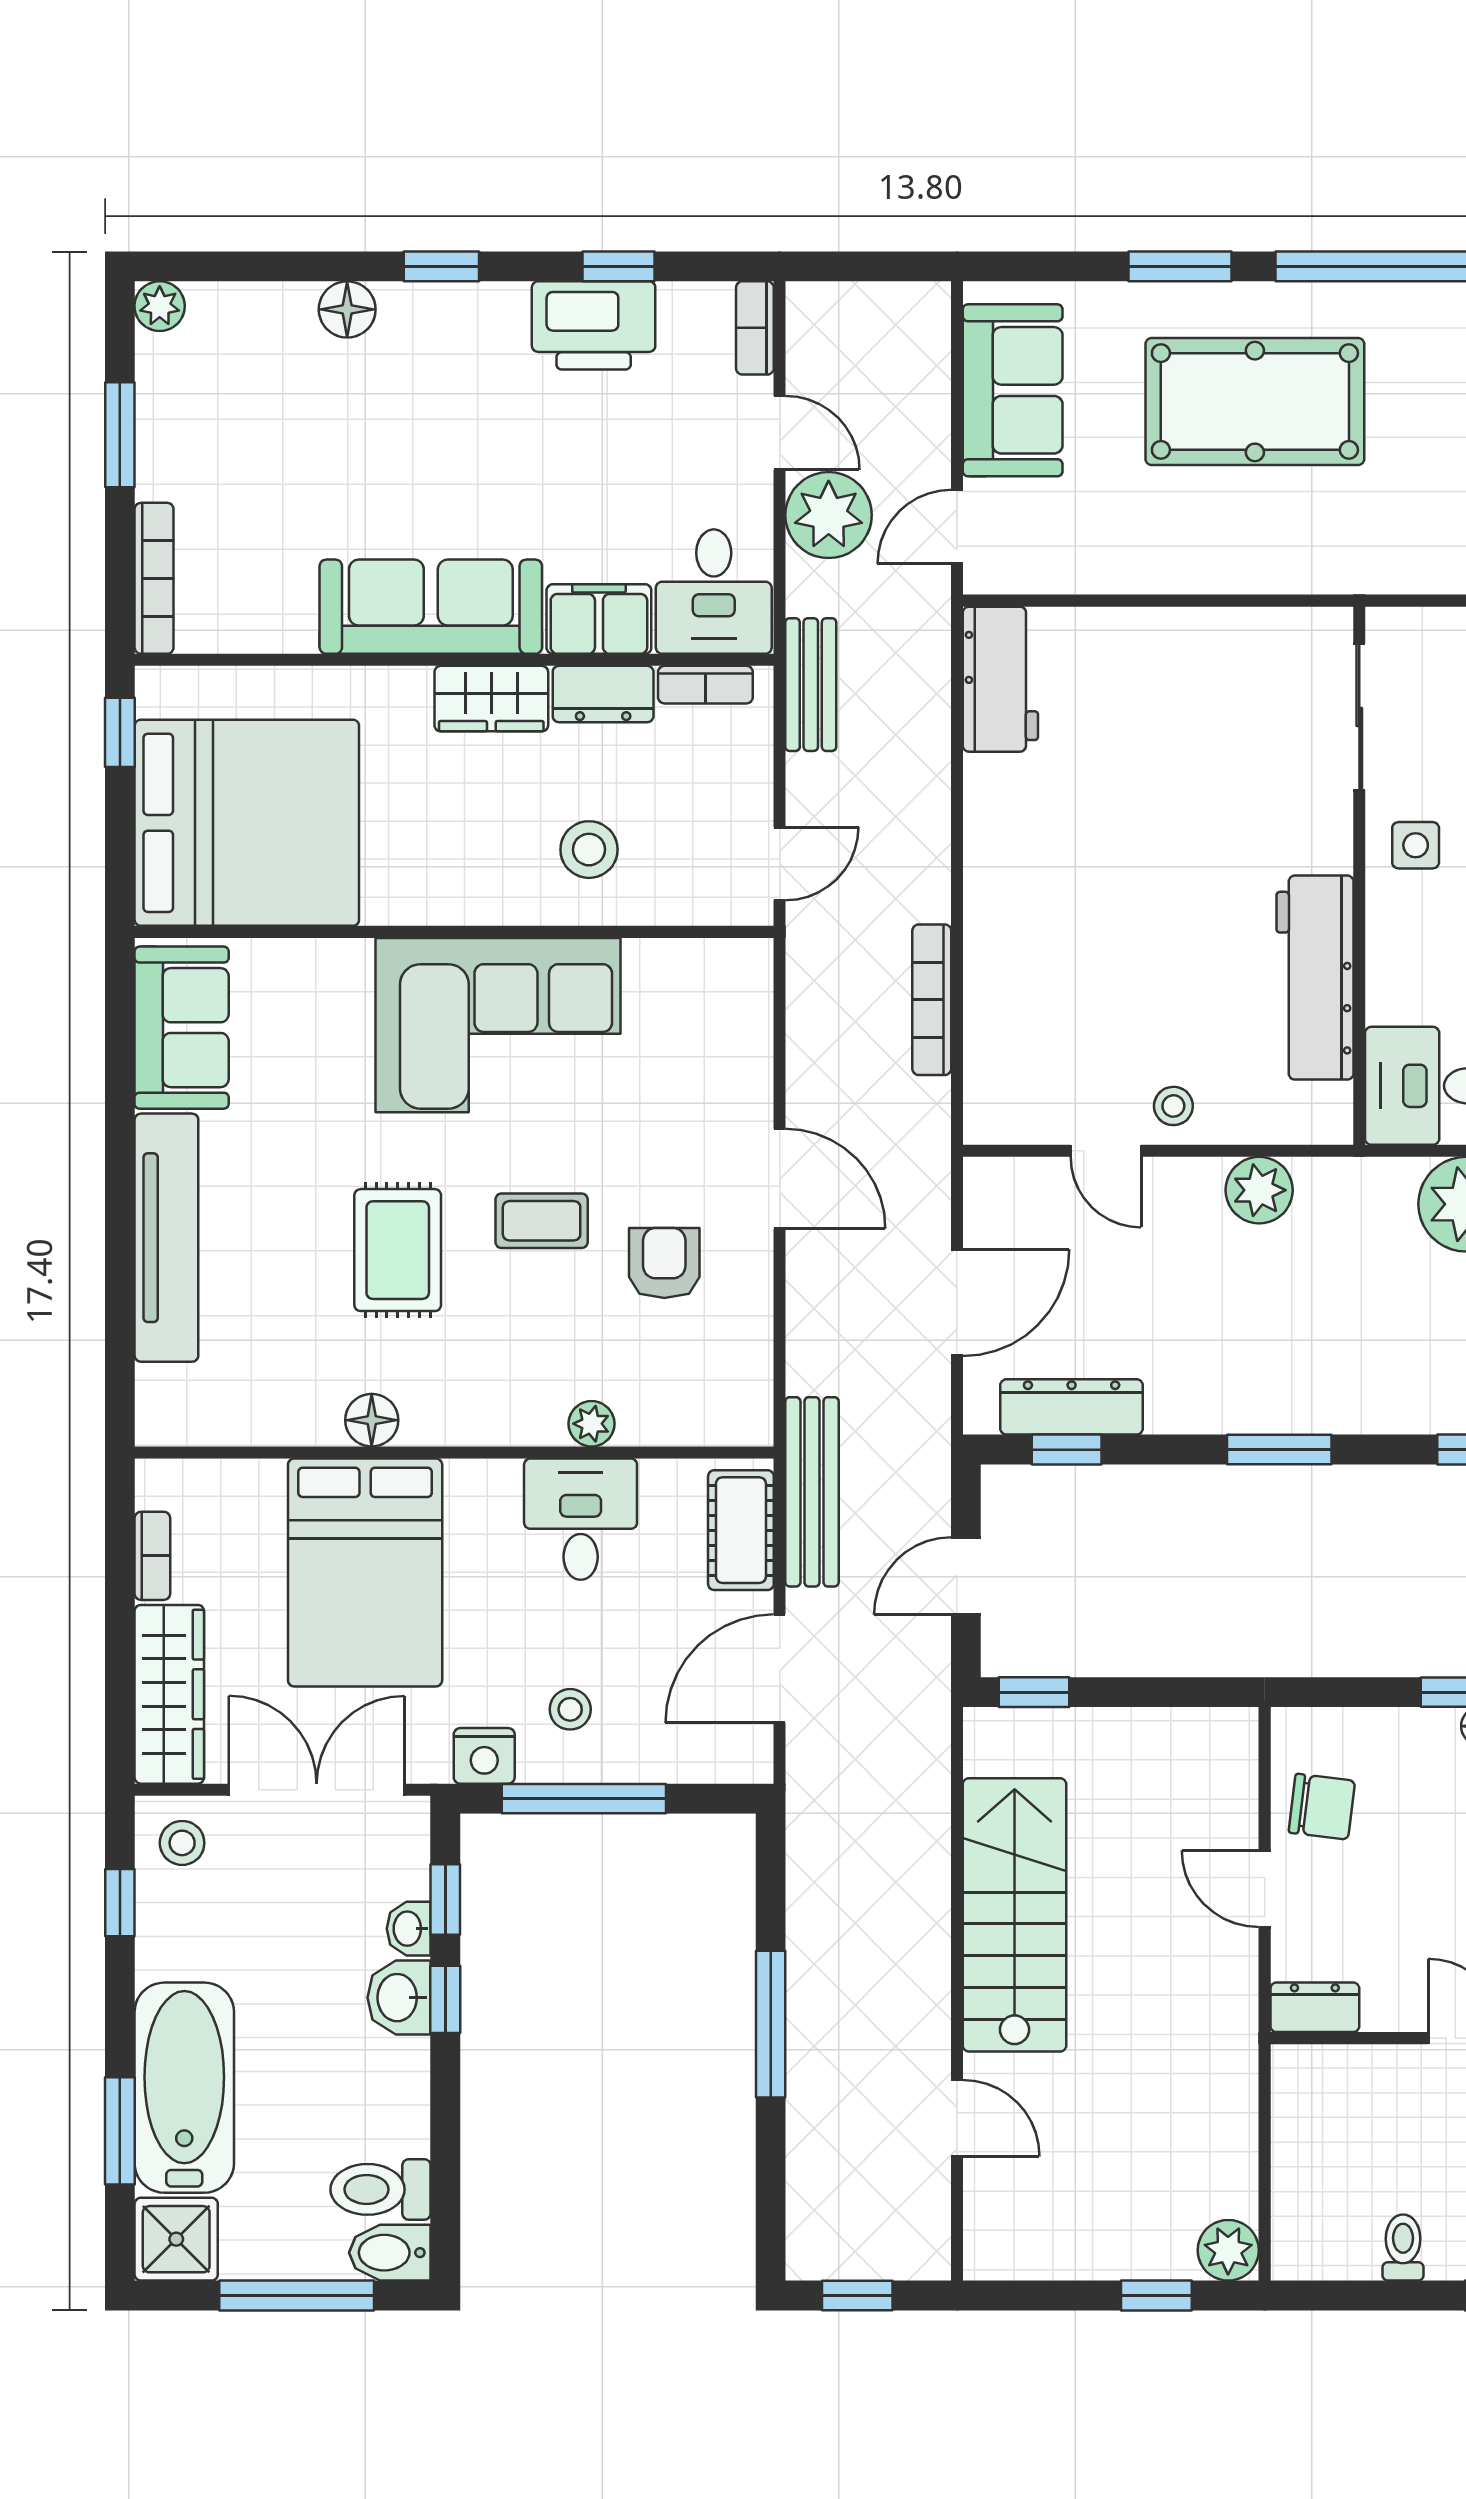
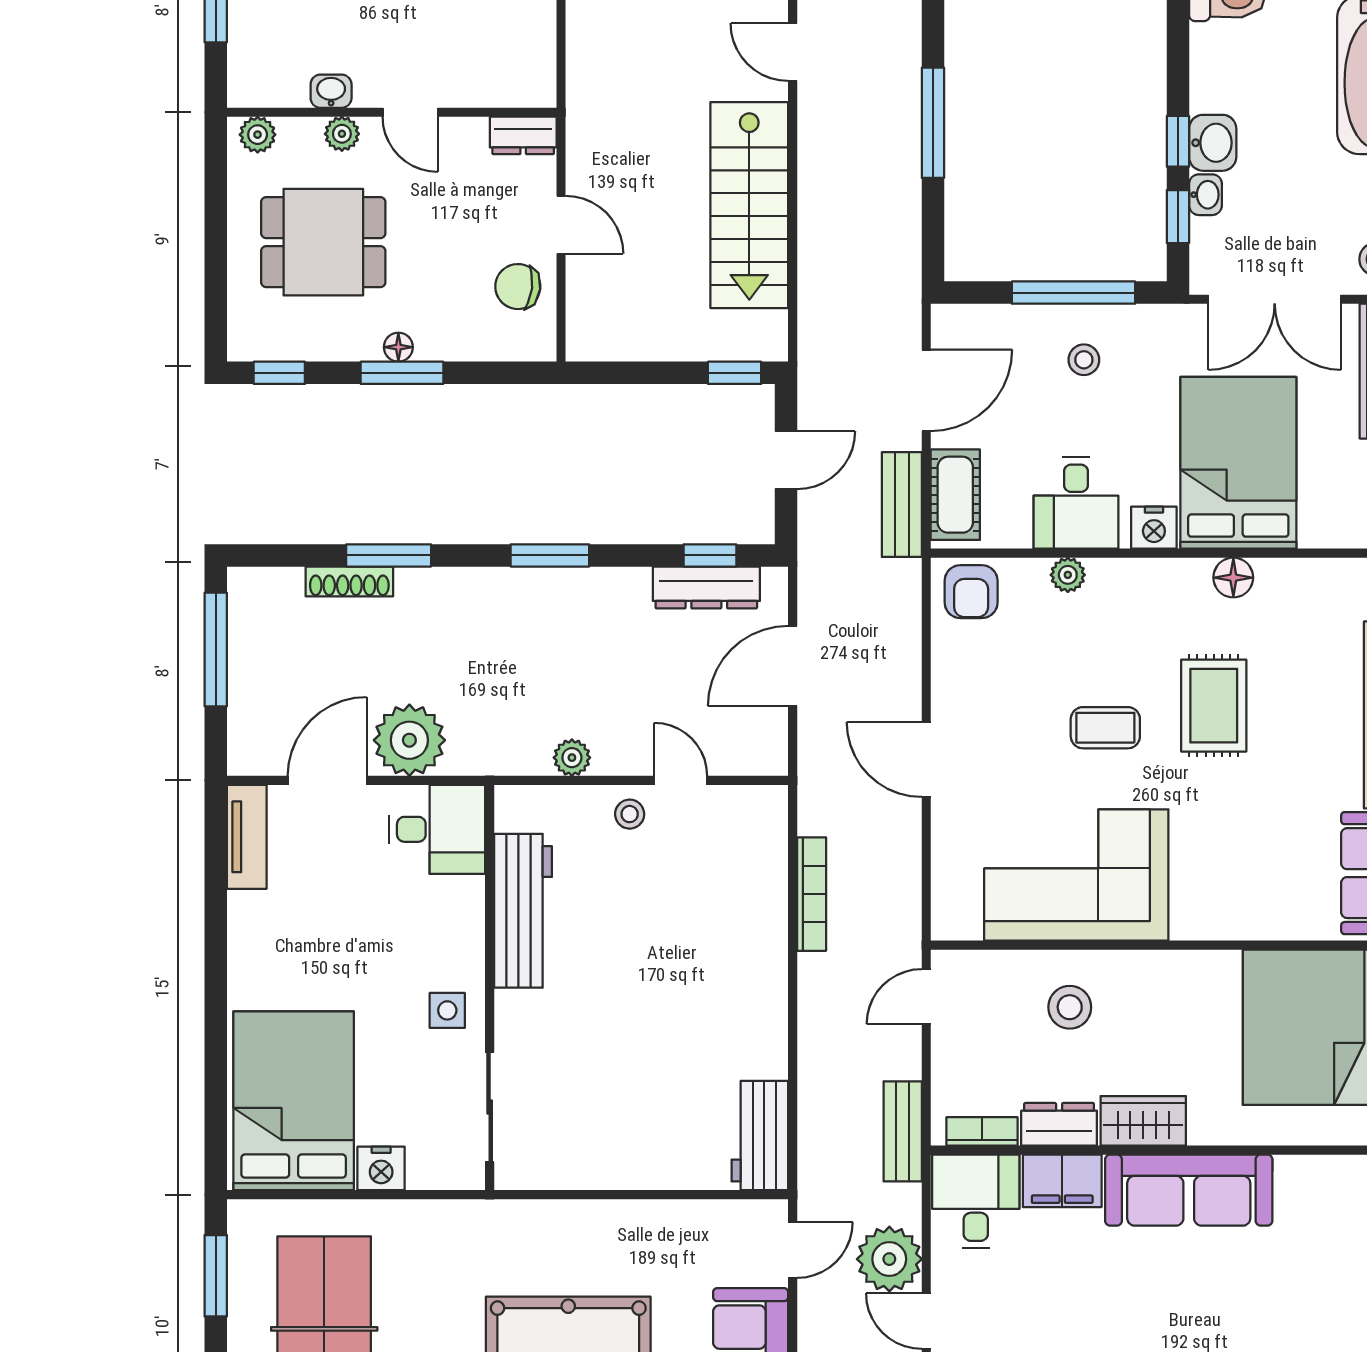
corner sofa: (498, 1025) -> (1076, 875), moved
plant: (1259, 1190) -> (572, 758), width x0.73, depth x0.73
armchair: (664, 1263) -> (971, 592), moved
bench: (812, 1492) -> (902, 505), width x0.73
nightstand: (484, 1756) -> (1154, 528), moved, turned 180

